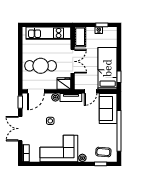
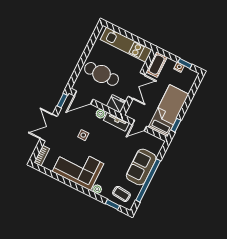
sofa: (108, 109) -> (141, 167), moved

